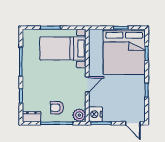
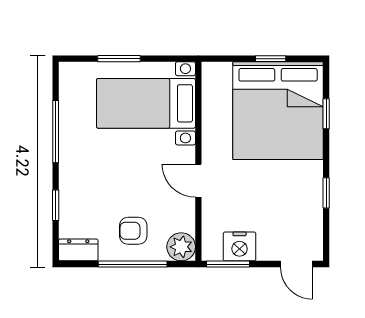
door: (87, 84) -> (198, 181), swing flipped
nightstand: (95, 114) -> (240, 246), moved, turned -90

